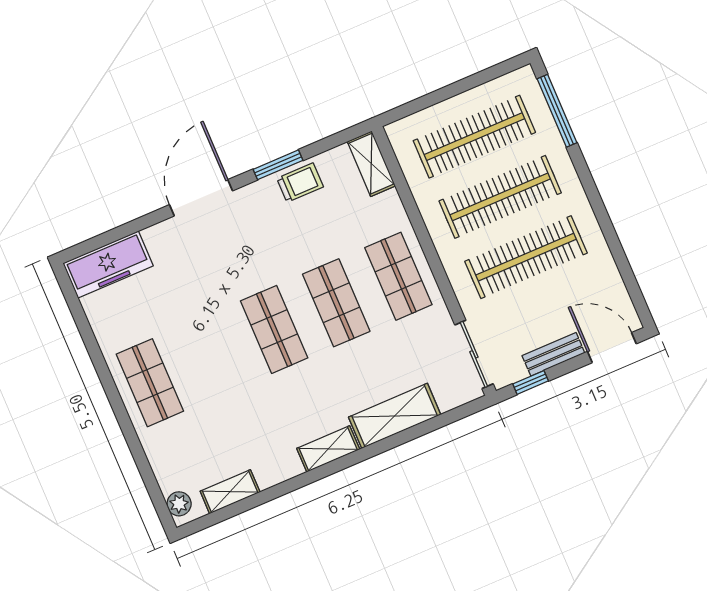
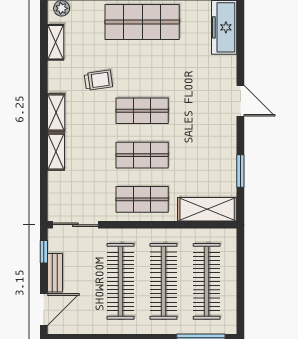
shelving: (371, 164) -> (207, 209), width x1.50, depth x1.33
window: (278, 165) -> (240, 171), moved
trolley: (300, 183) -> (98, 80), moved, turned -98
door: (201, 198) -> (240, 101), width x0.73
shop shelf: (150, 383) -> (142, 22), width x1.43, depth x1.36
shelving: (395, 416) -> (56, 152), width x0.67, depth x0.75

